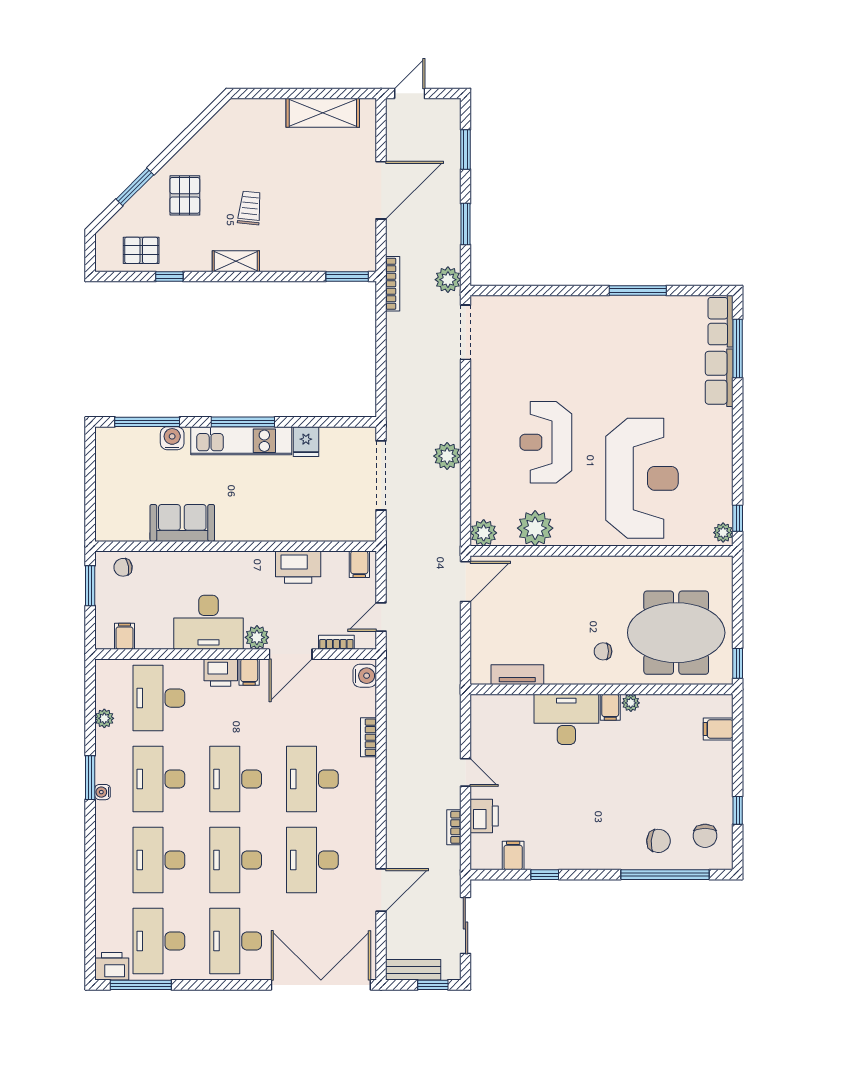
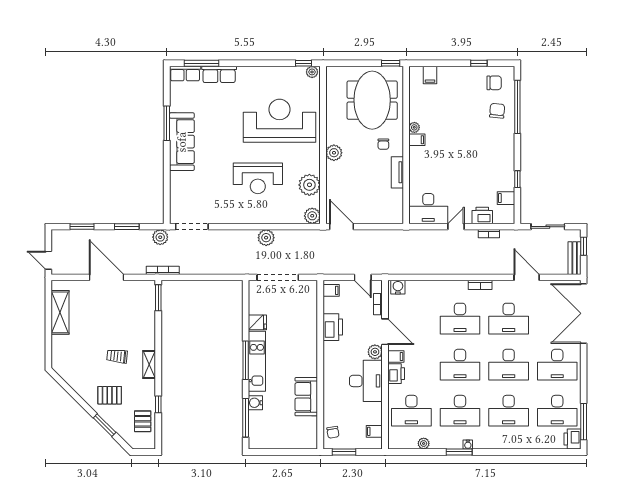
sofa: (607, 316) -> (182, 142), added
plant: (589, 569) -> (334, 153), added
tv unit: (517, 675) -> (397, 172), moved
desk: (566, 719) -> (428, 209), moved, turned -90
bookcase: (368, 737) -> (480, 285), moved

